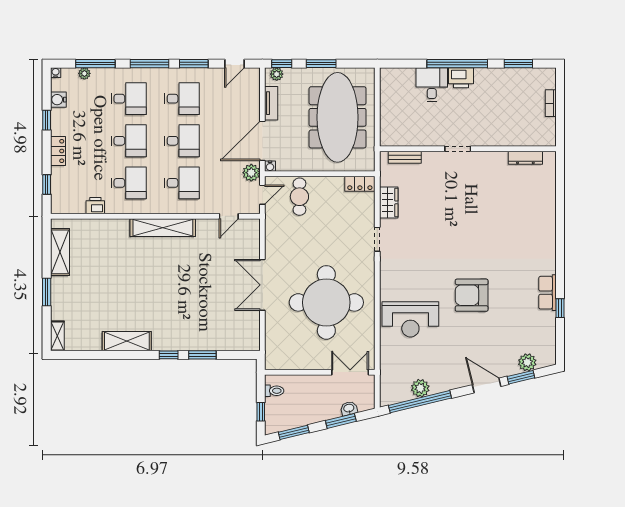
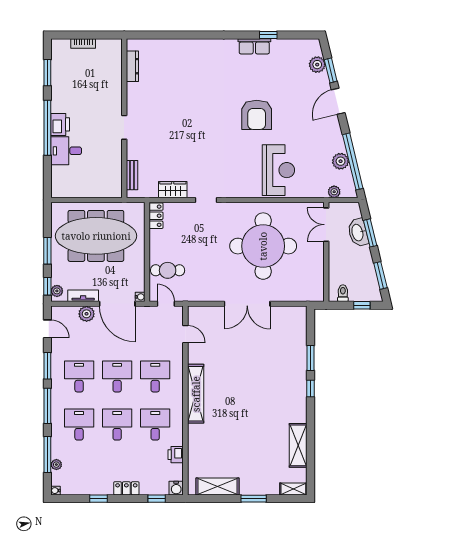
water cooler: (58, 100) -> (176, 488), moved
plant: (251, 173) -> (87, 314), moved
shelving: (127, 341) -> (298, 445), moved
plant: (386, 381) -> (334, 192), added
washbasin: (349, 408) -> (358, 232), width x1.91, depth x1.45

